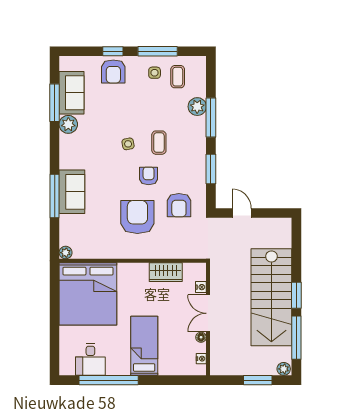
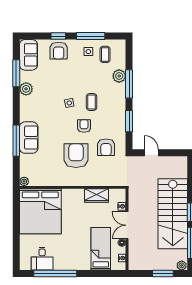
sofa: (72, 93) -> (28, 55), moved
bed: (144, 346) -> (101, 249), moved

